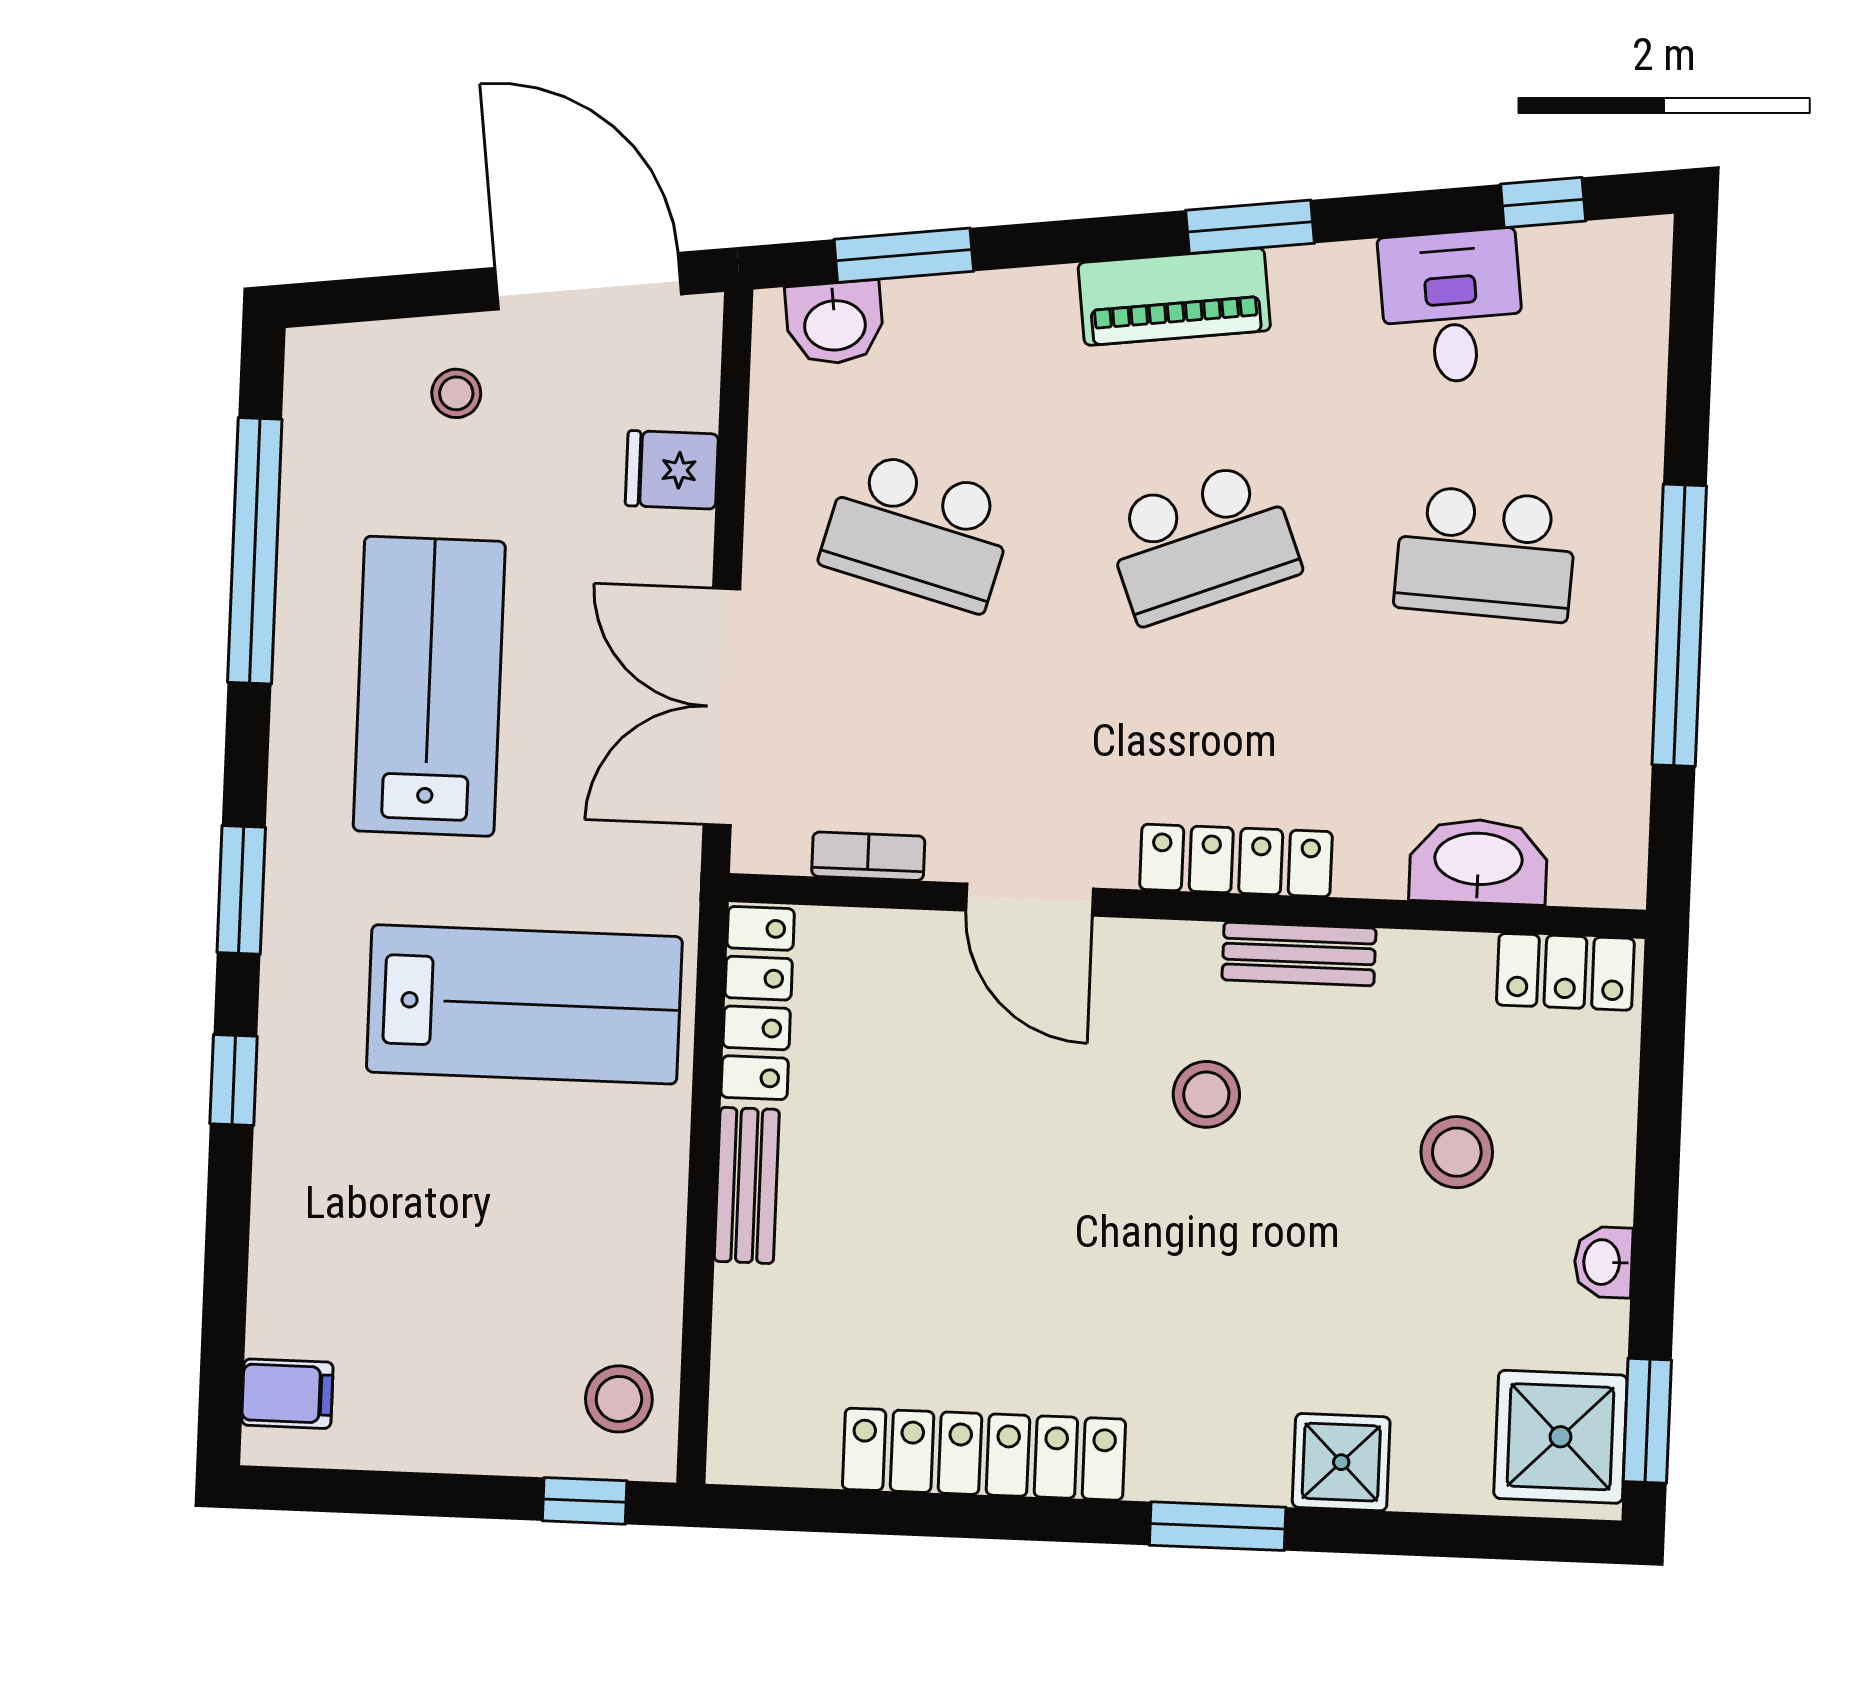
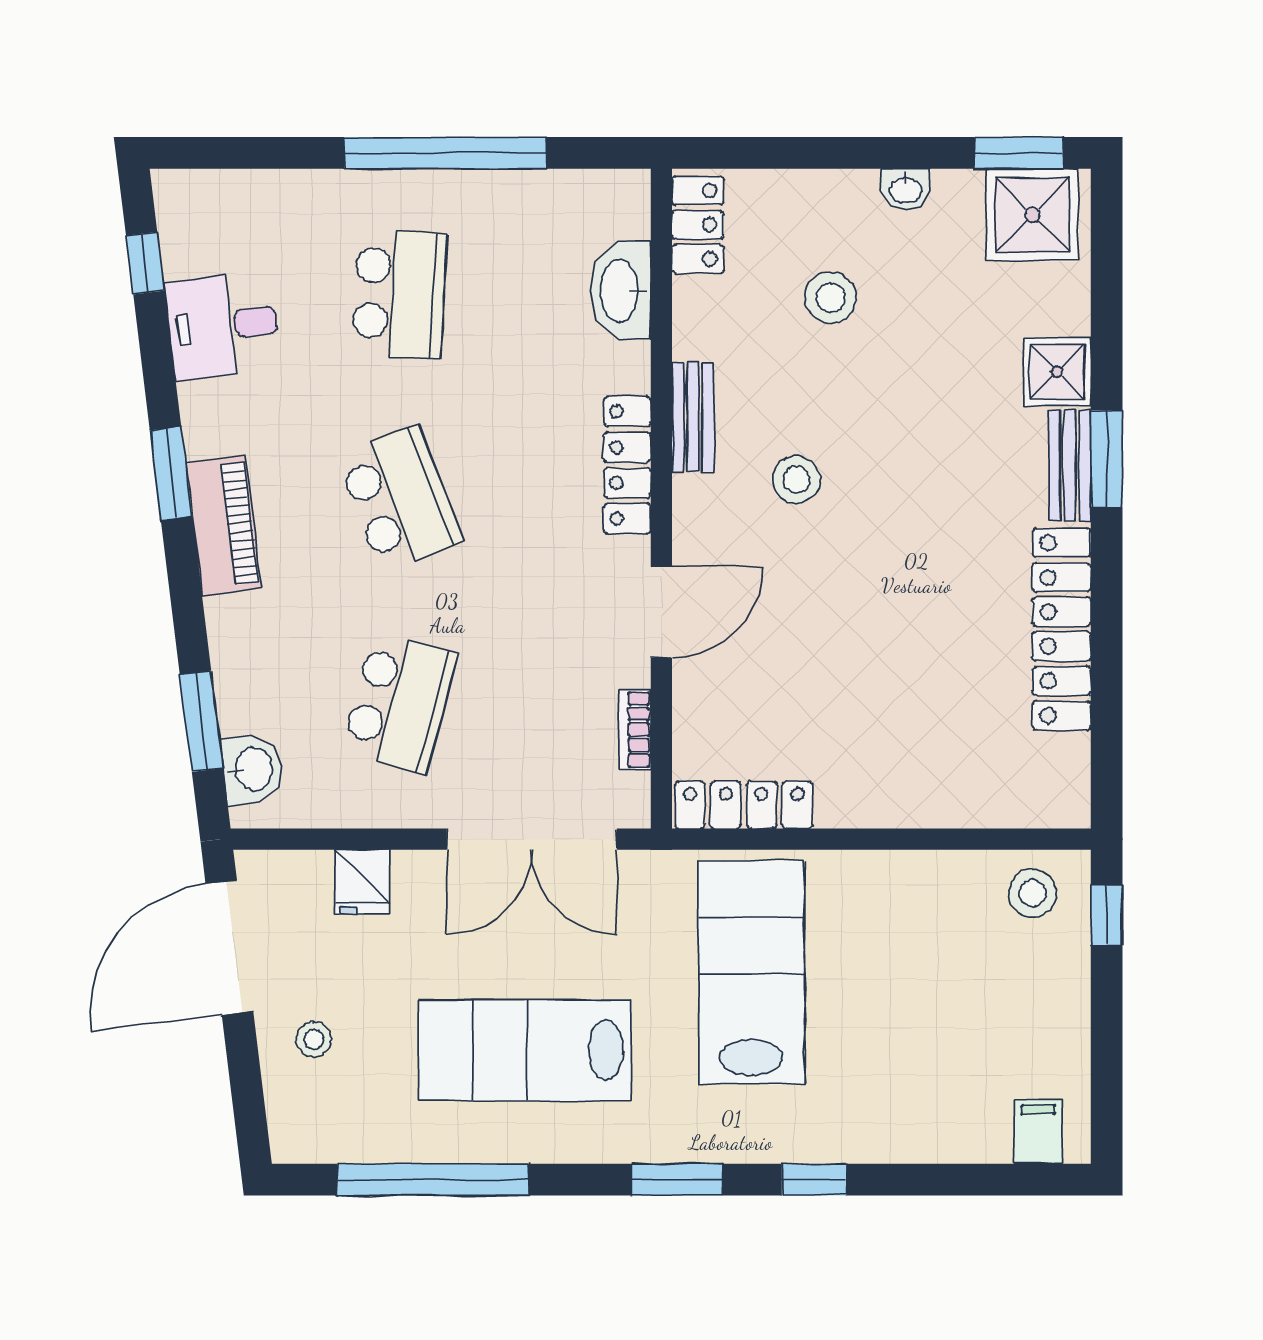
bench: (747, 1185) -> (1070, 466), moved, turned 90

